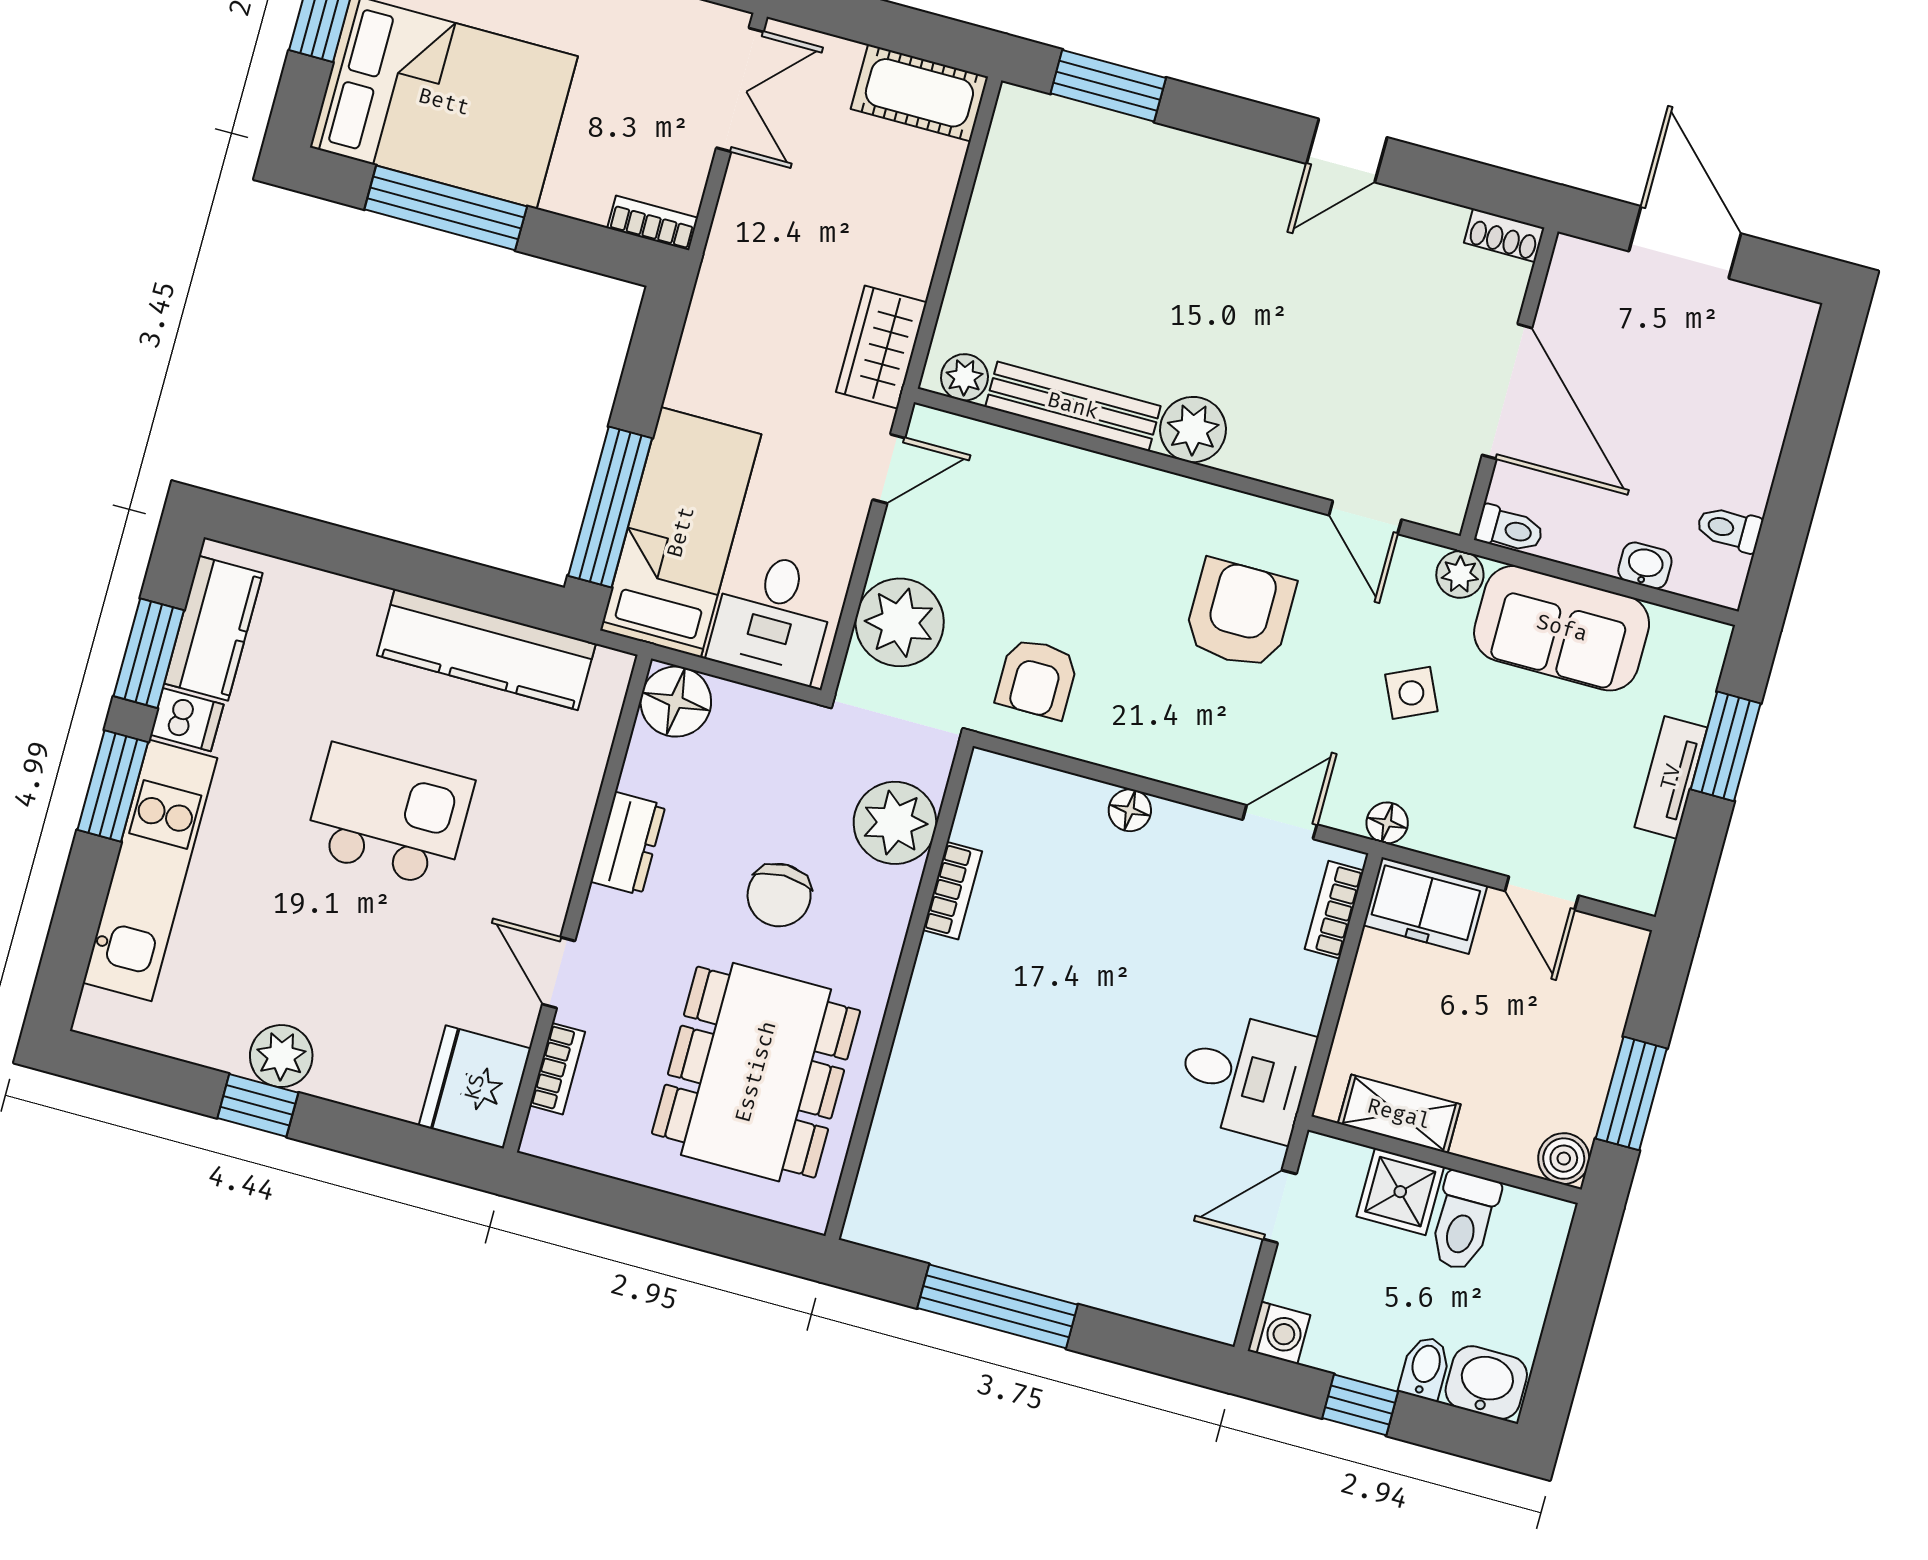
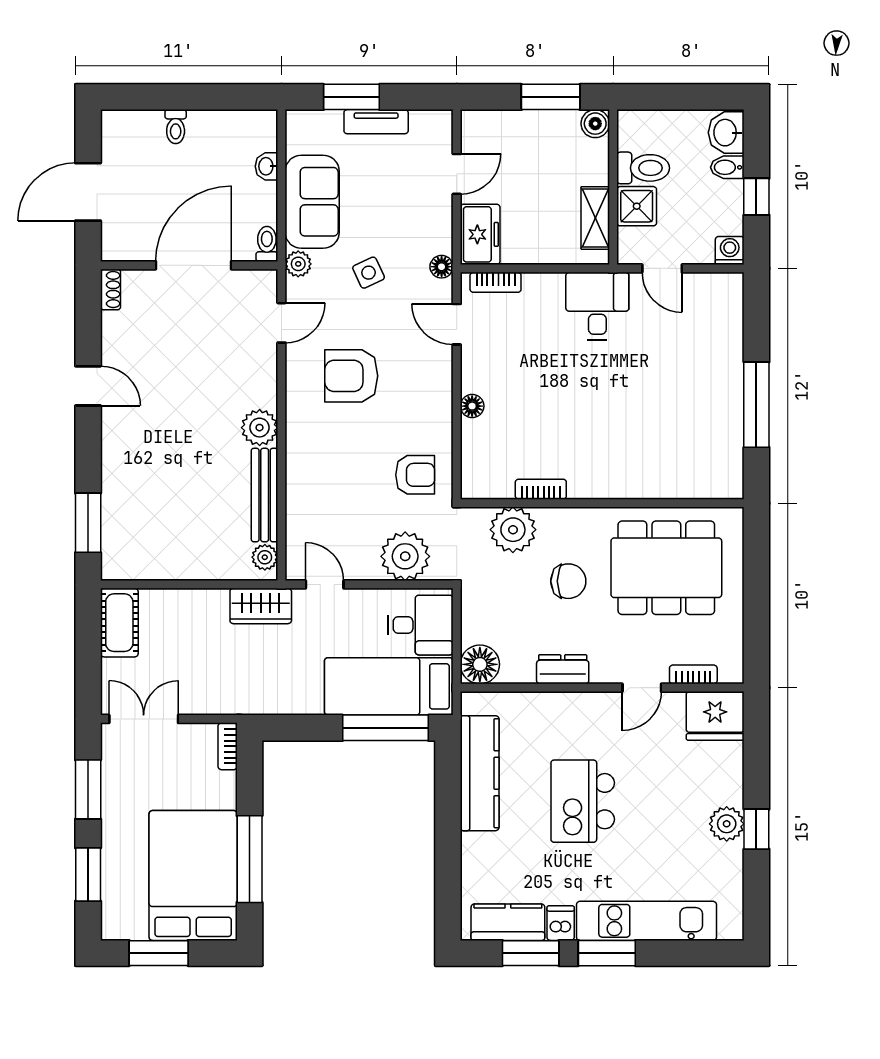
toilet: (1729, 529) -> (176, 127), moved

